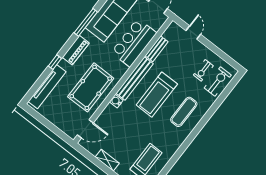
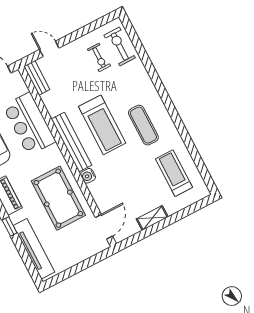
bench: (157, 49) -> (37, 78), moved
exercise mat: (184, 112) -> (143, 125), moved

